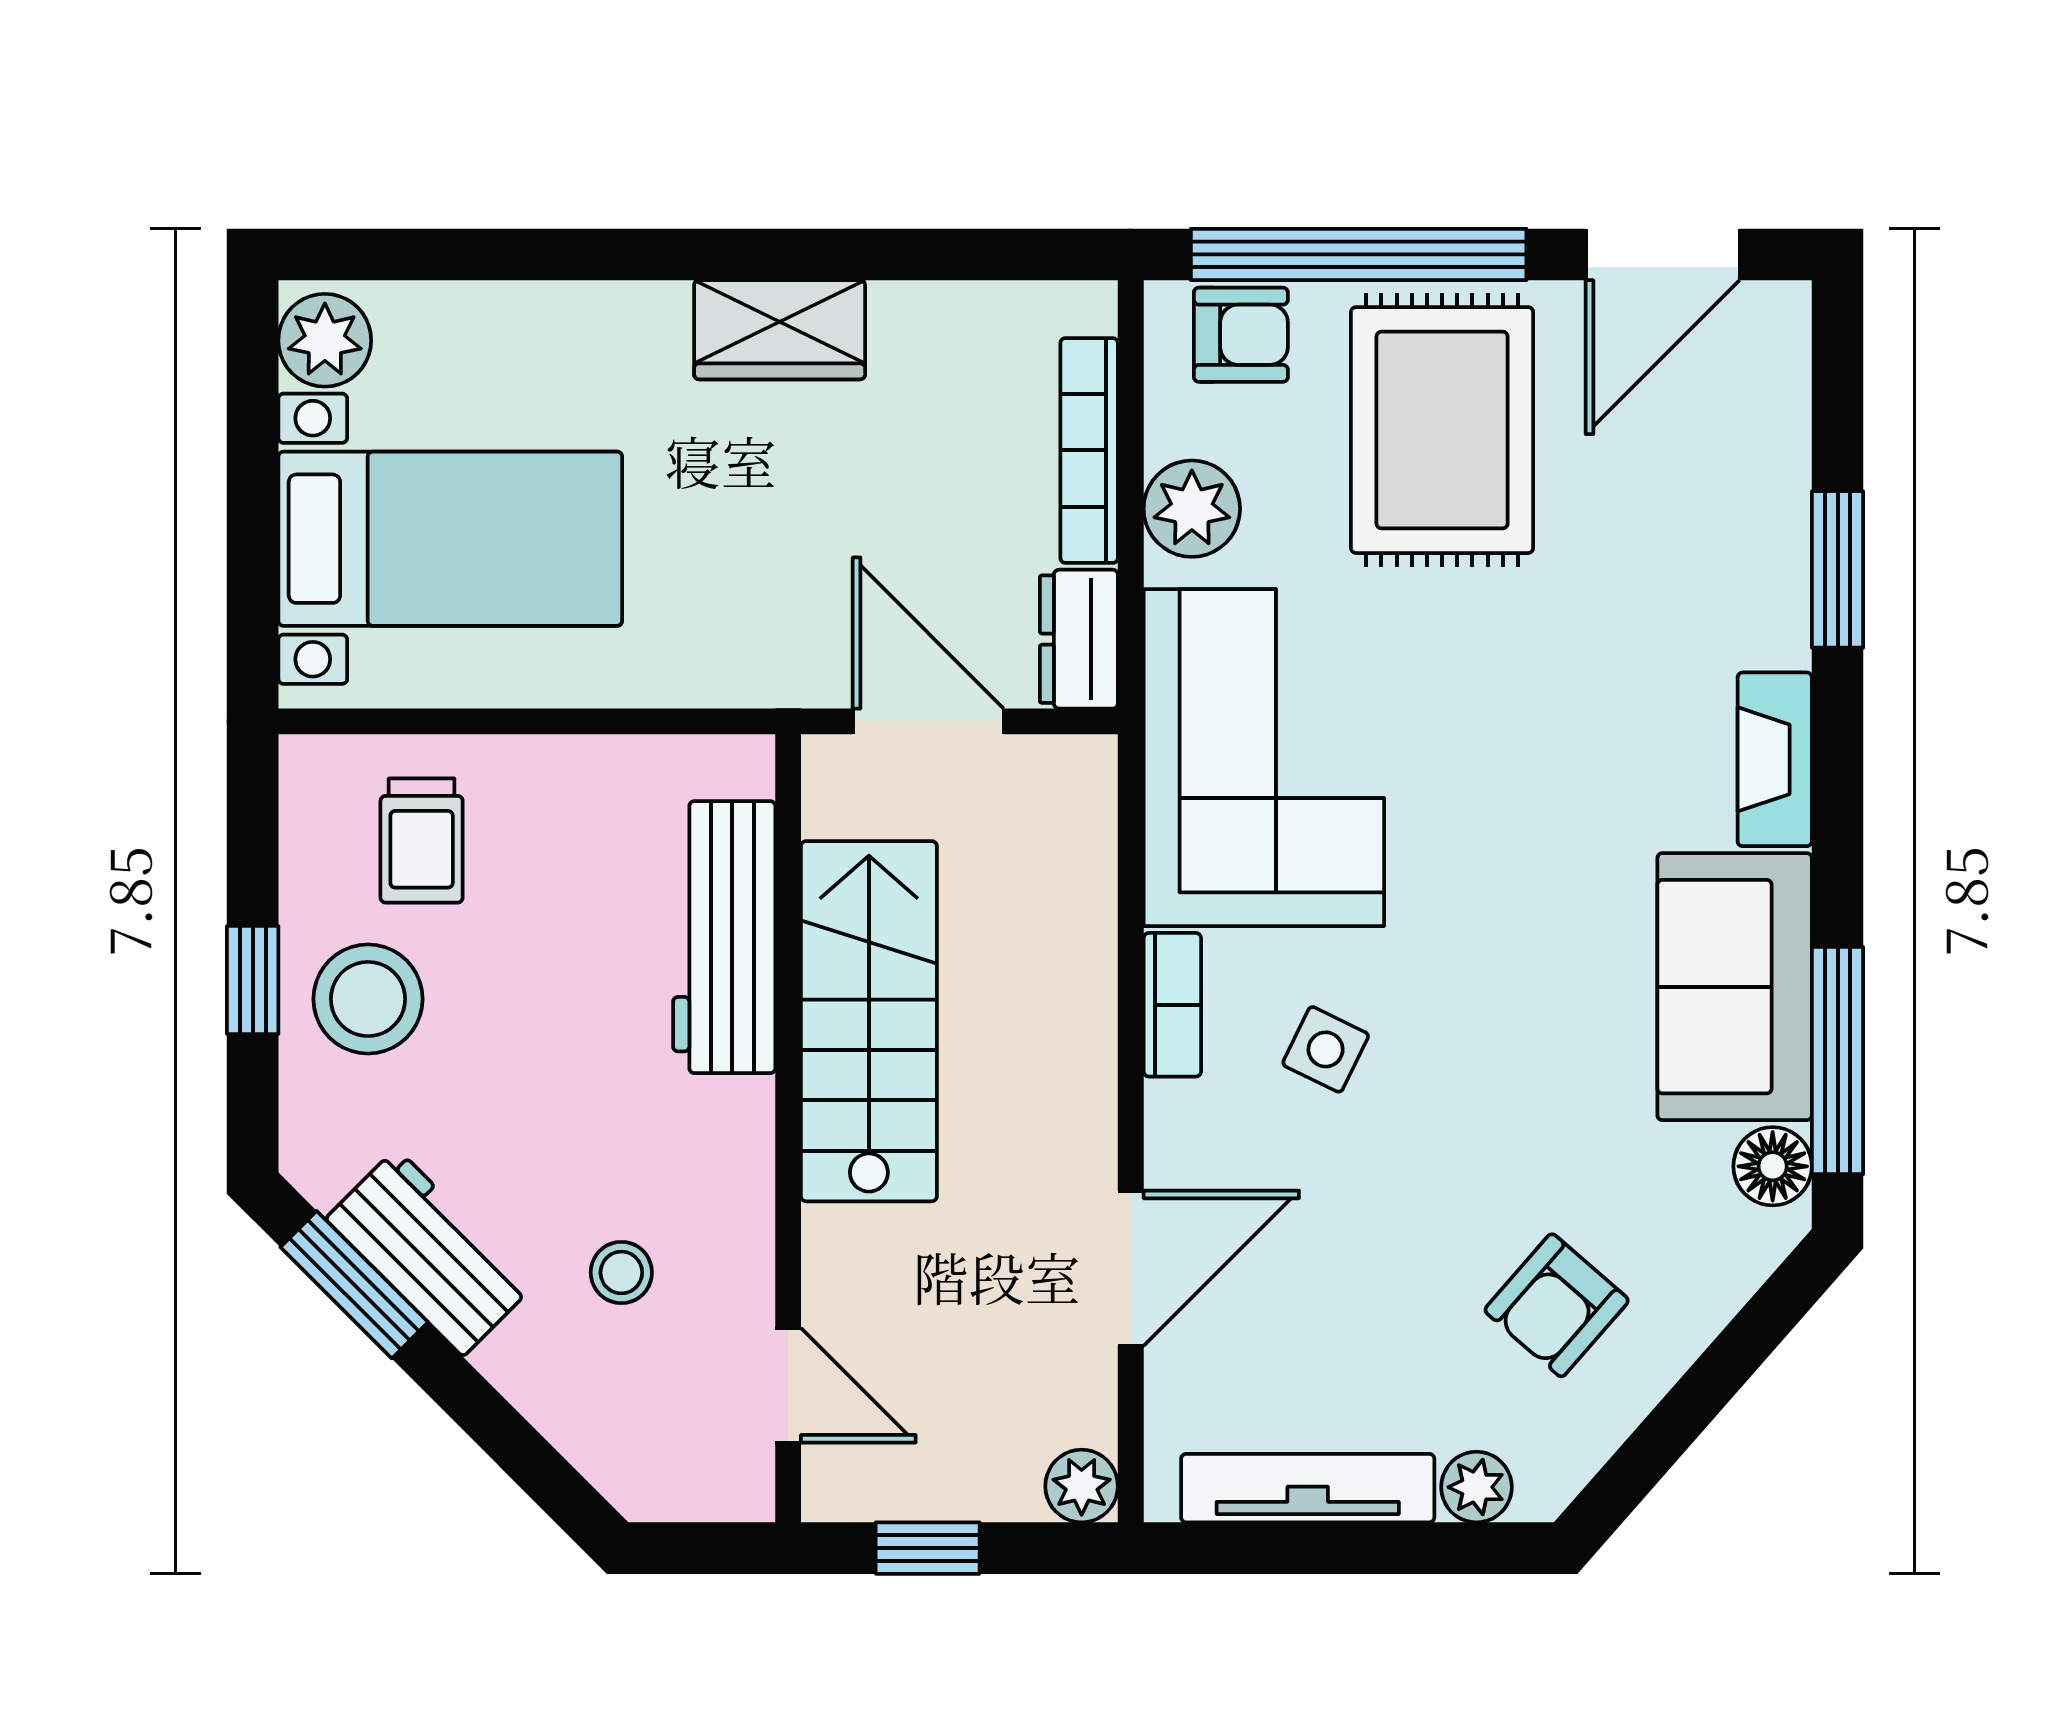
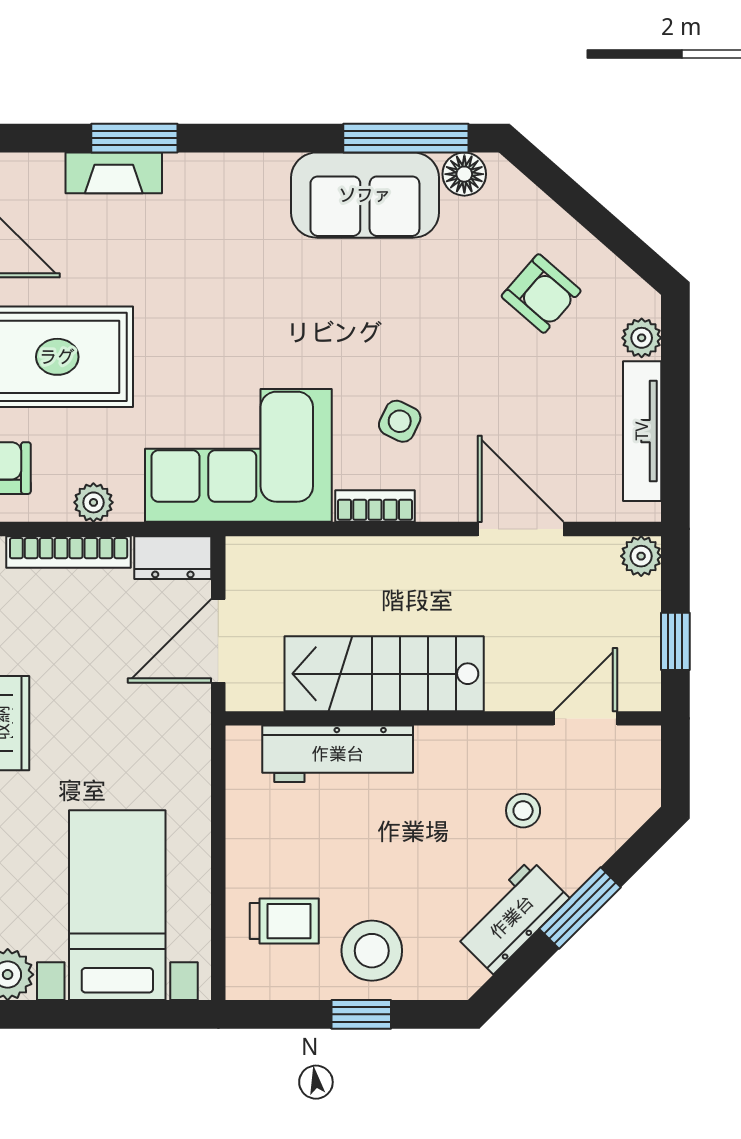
plant: (1192, 509) -> (93, 502), width x0.73, depth x0.73
fireplace: (1775, 759) -> (114, 173), moved
window: (354, 1285) -> (580, 908), moved

